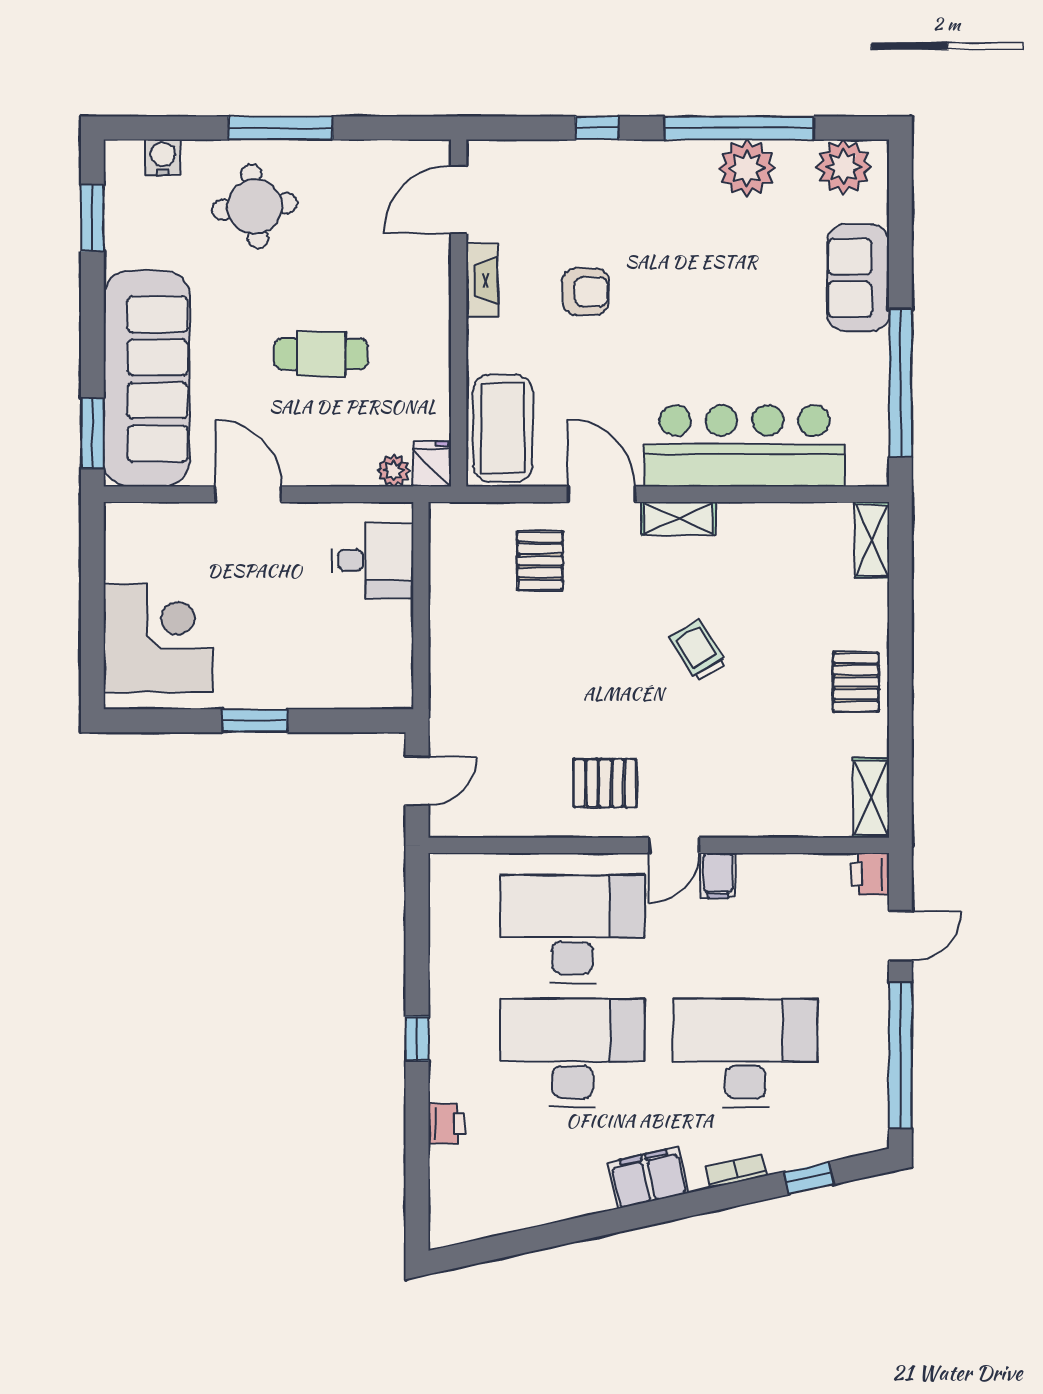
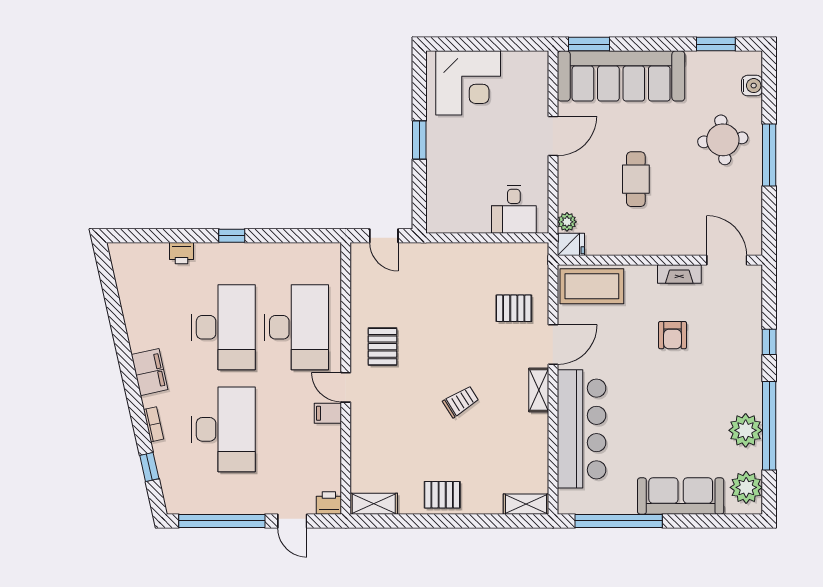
sofa: (858, 278) -> (681, 496), width x1.36

